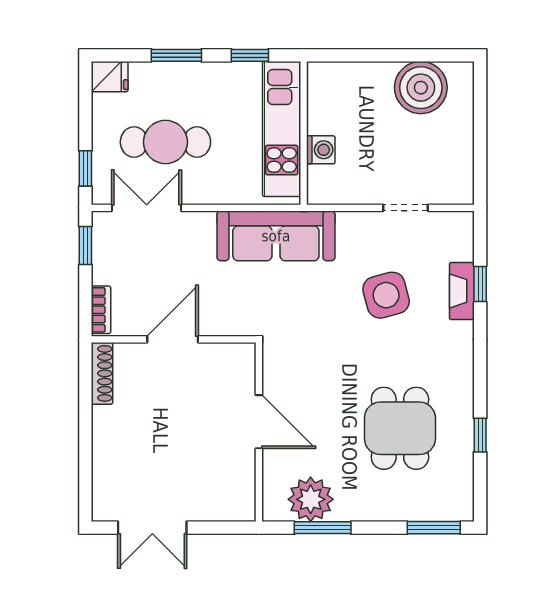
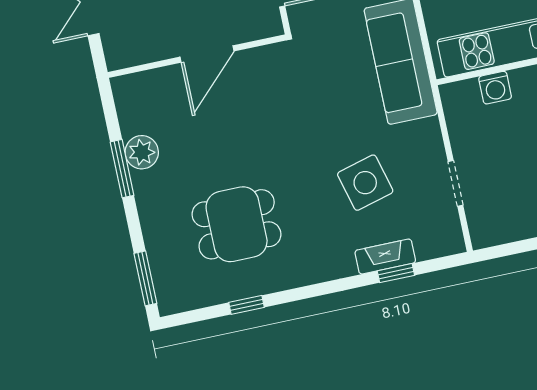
door: (259, 422) -> (207, 54), moved
wall: (259, 432) -> (197, 56), moved
plant: (311, 499) -> (142, 152), width x0.73, depth x0.73

